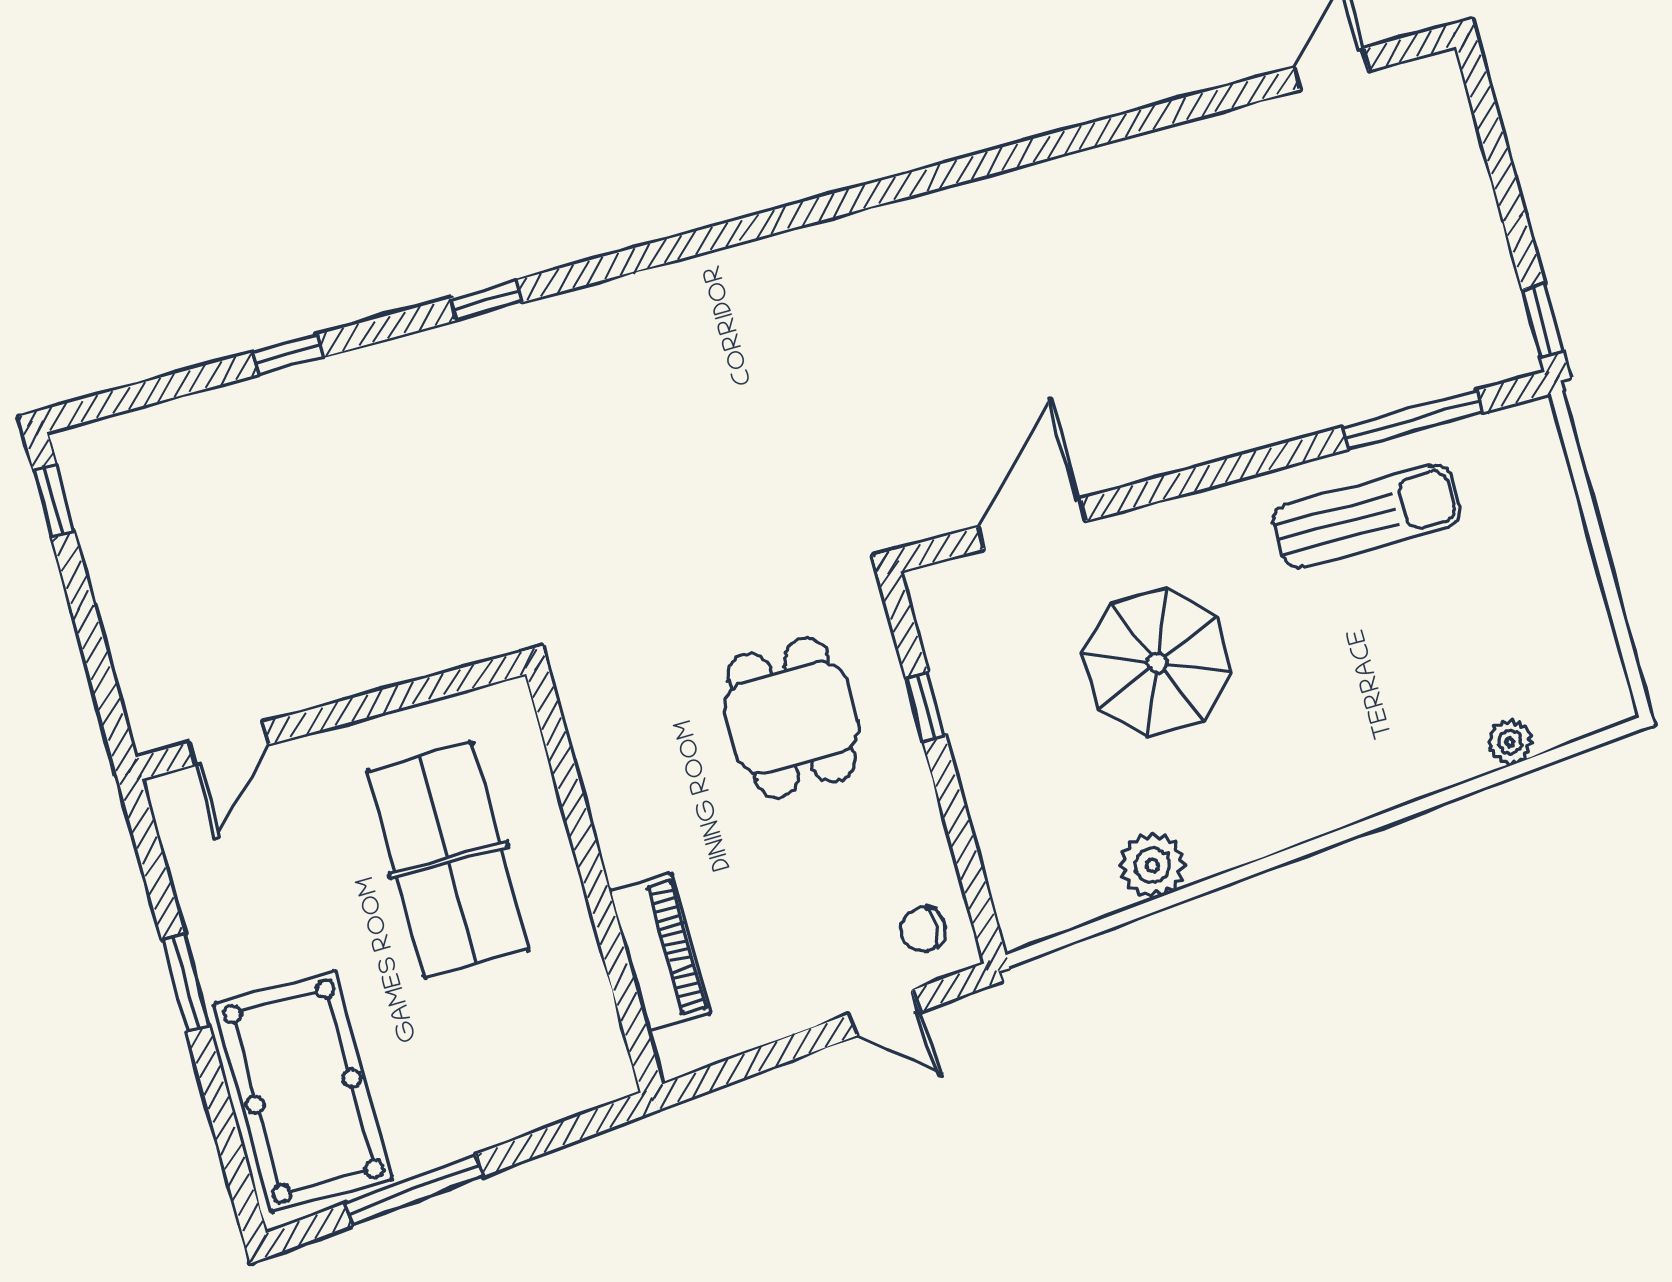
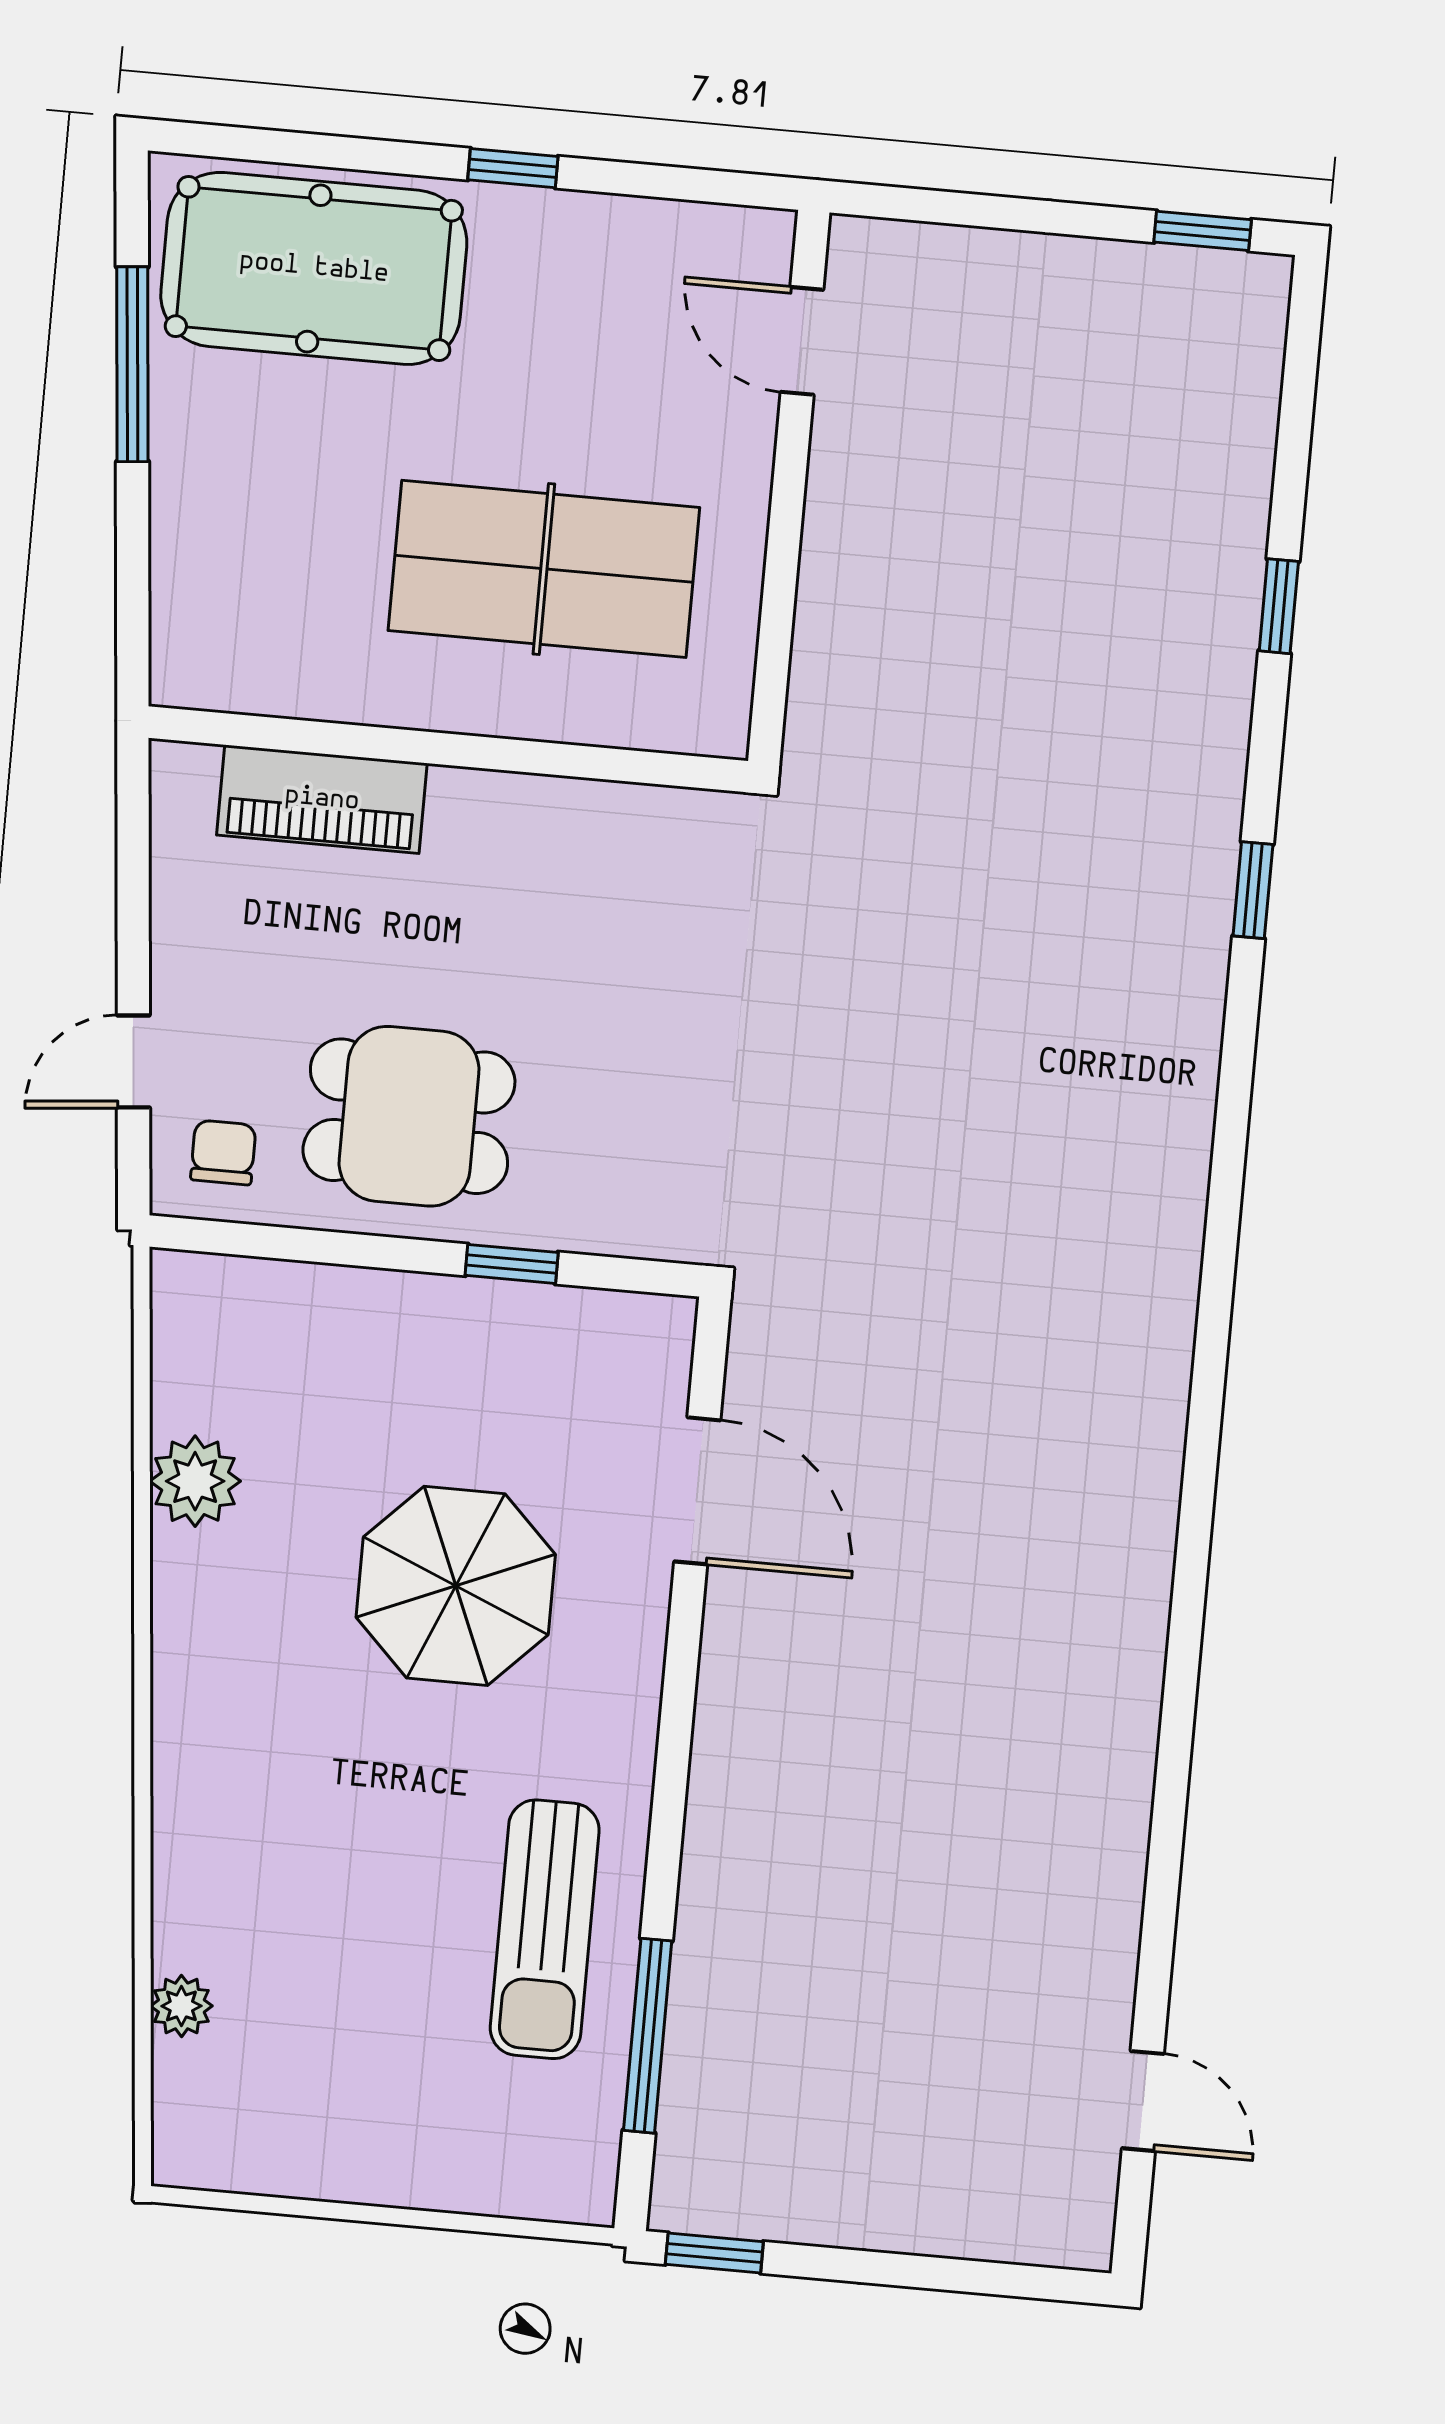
dining table: (791, 718) -> (409, 1116), moved
window: (185, 982) -> (513, 168), width x0.67

